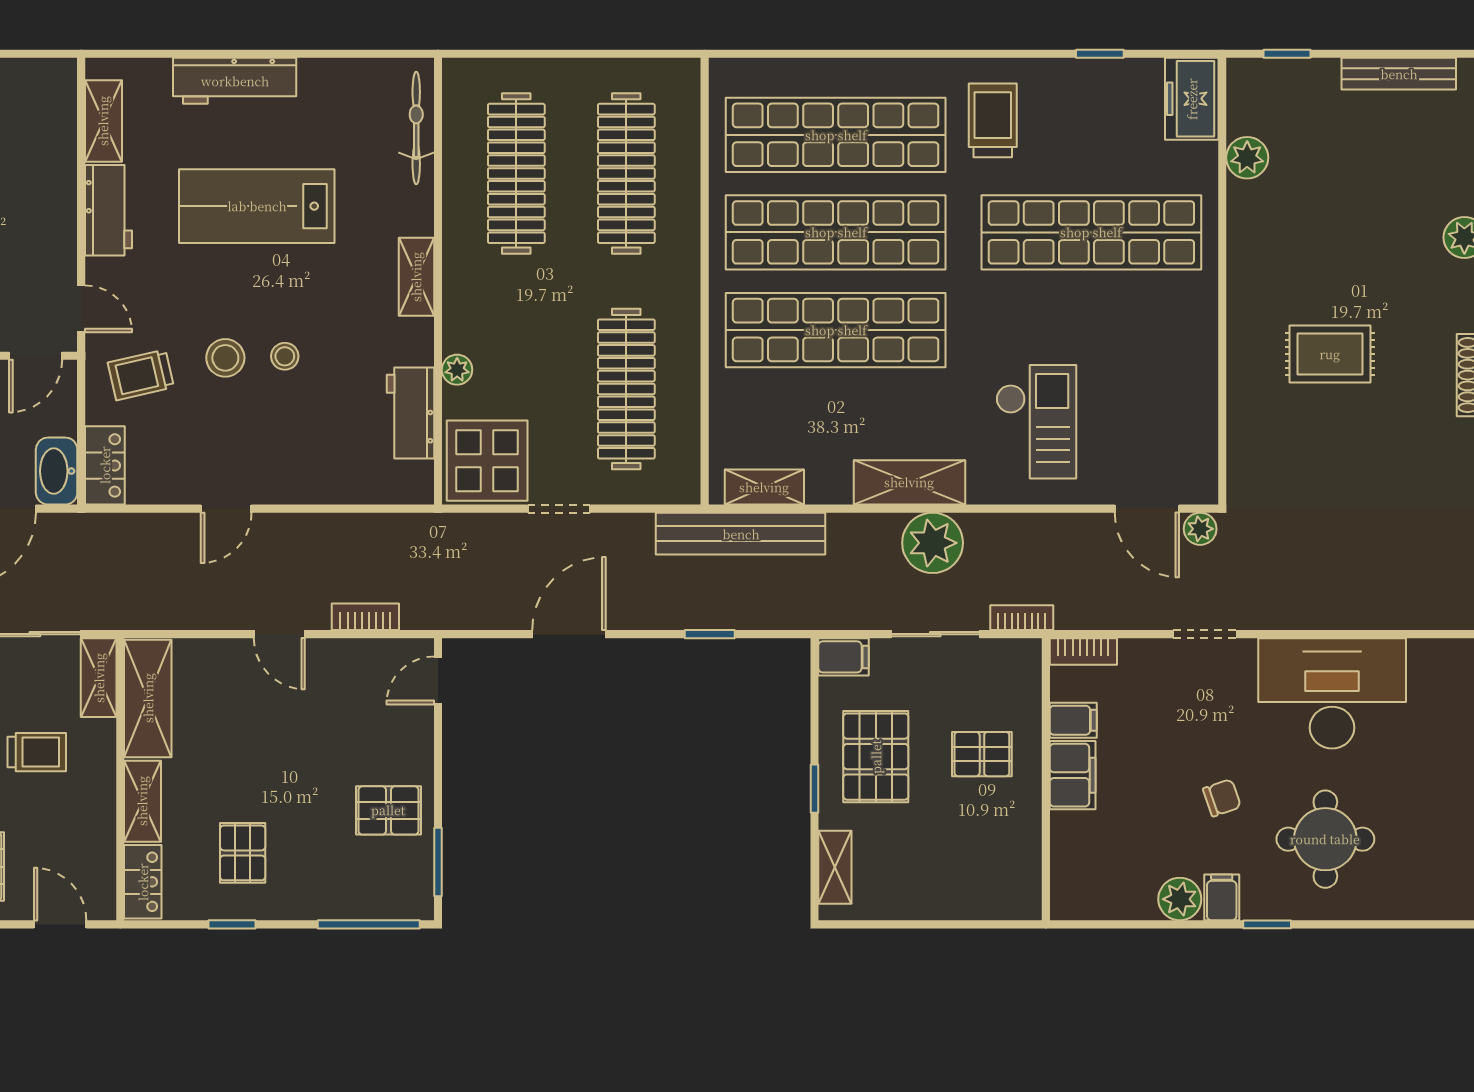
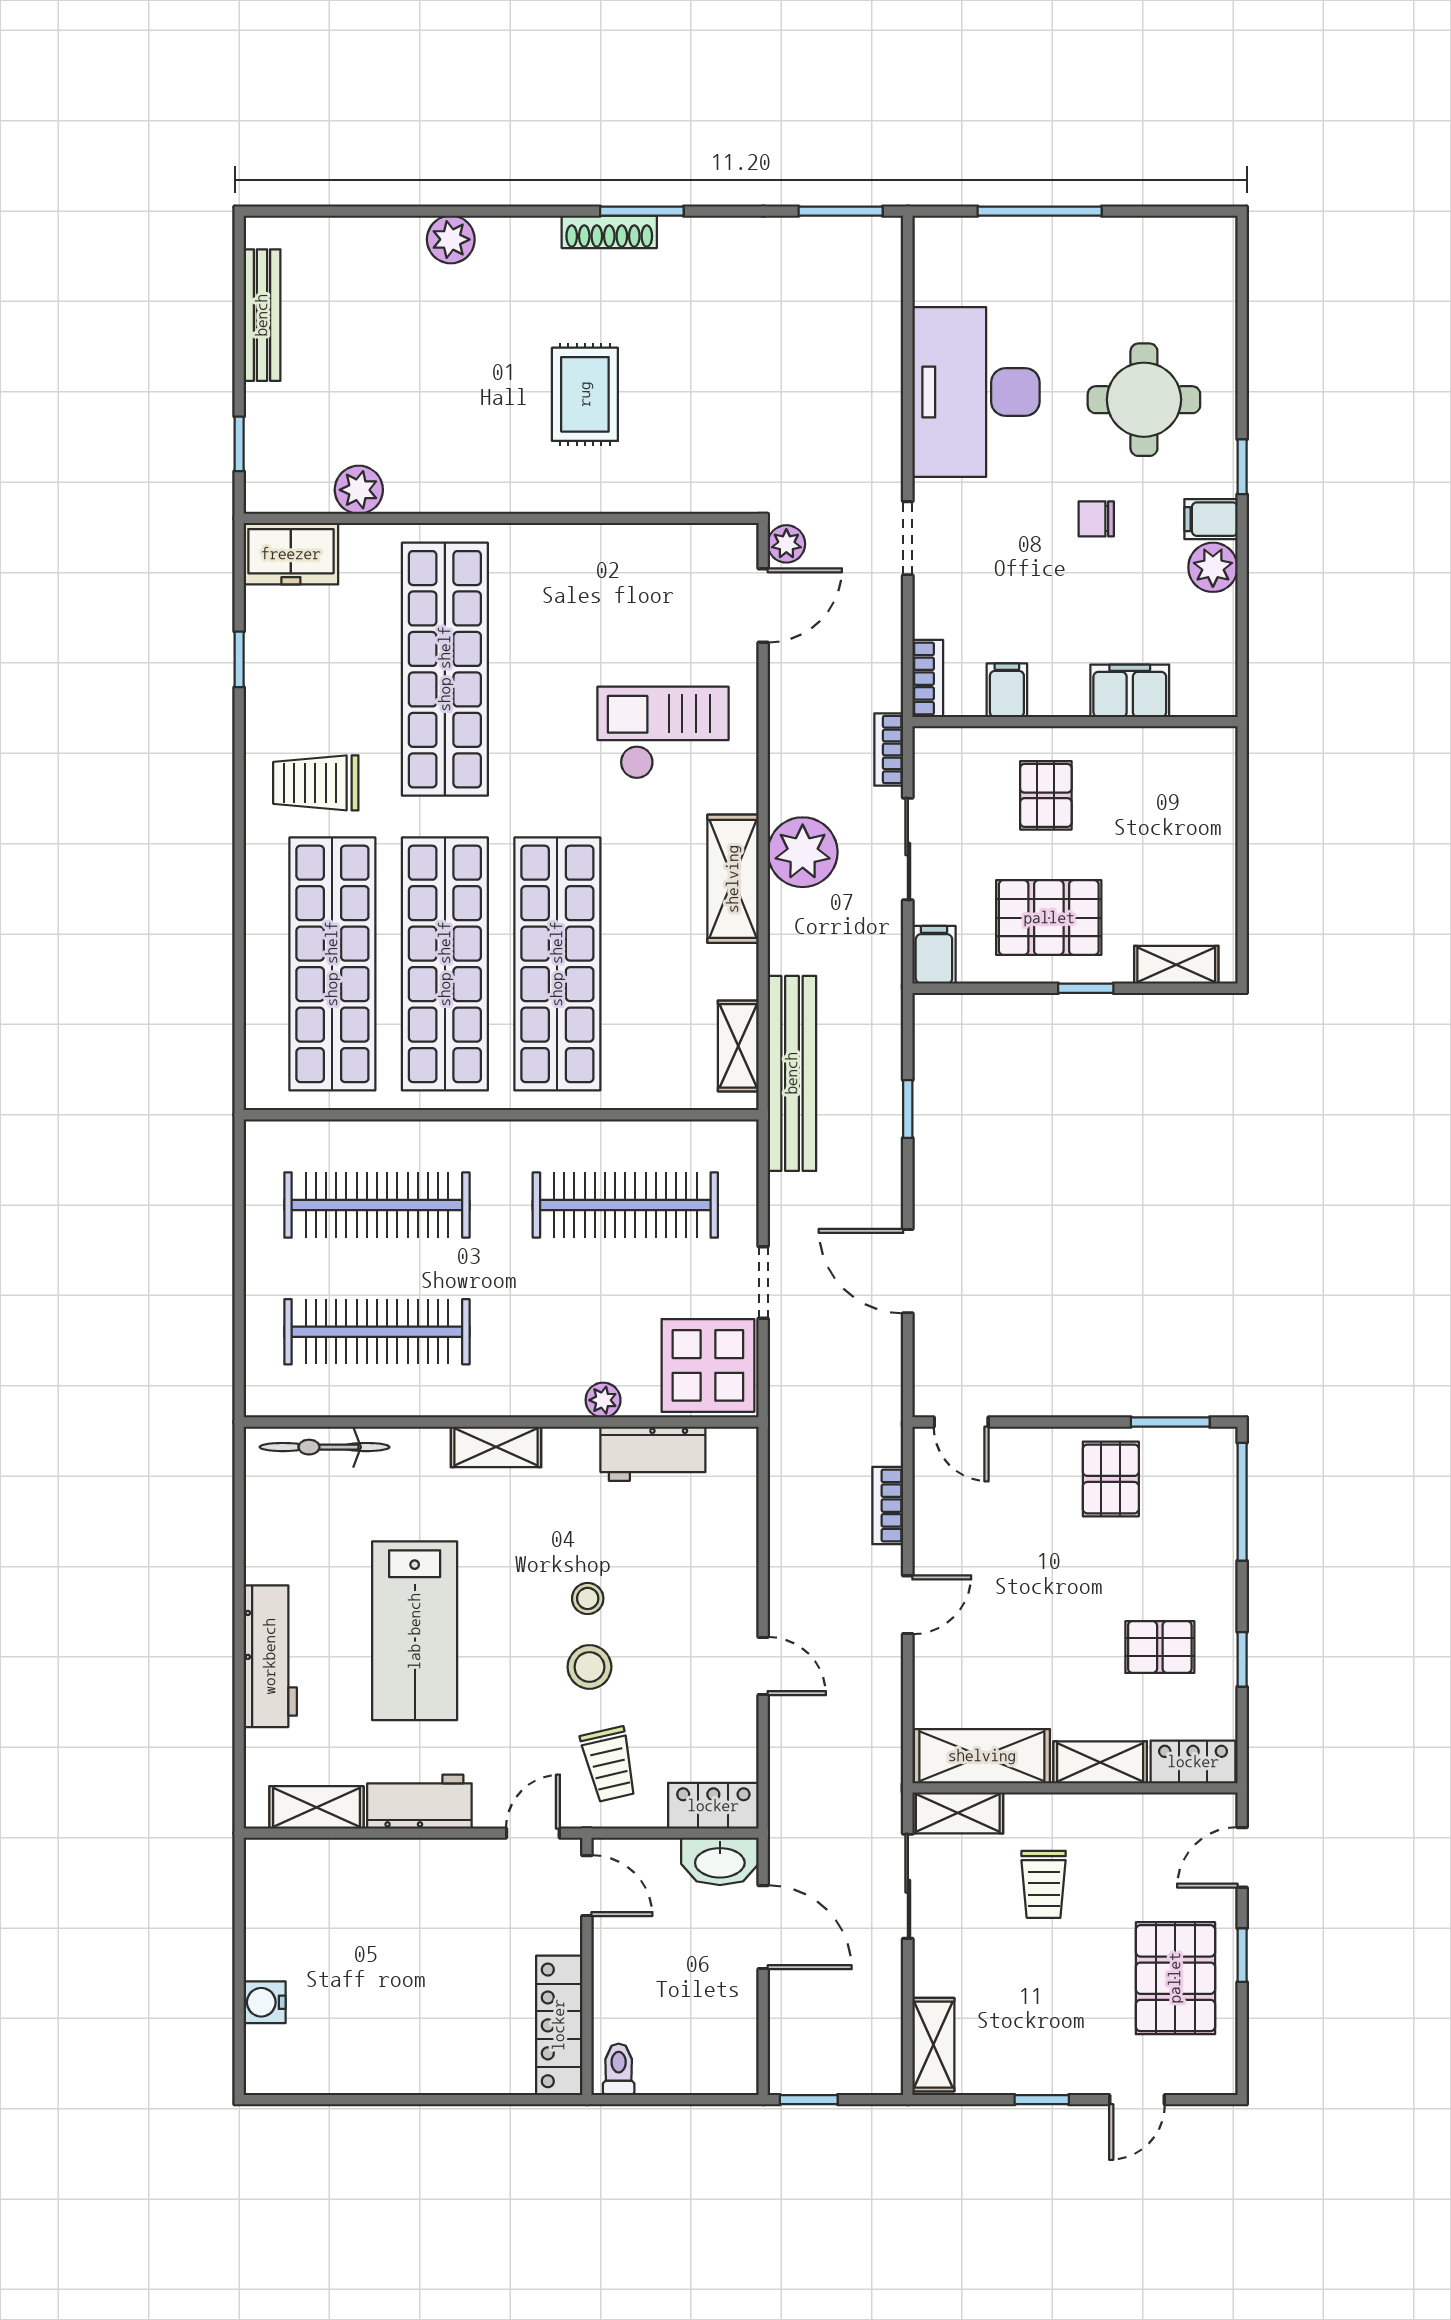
trolley: (37, 752) -> (1044, 1884), turned 180
filing cabinet: (1073, 775) -> (1130, 691), moved
chair: (1222, 798) -> (1096, 519), turned -71

